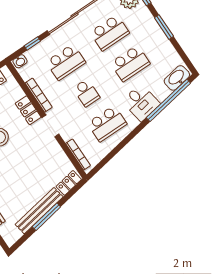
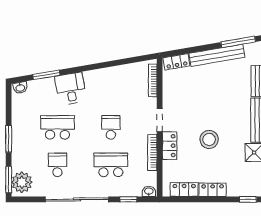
school desk: (110, 33) -> (57, 165), width x0.54
washbasin: (177, 78) -> (20, 88), width x0.52, depth x0.69
window: (168, 100) -> (46, 75), width x0.47
school desk: (107, 124) -> (111, 90), removed
window: (46, 217) -> (238, 42), moved

